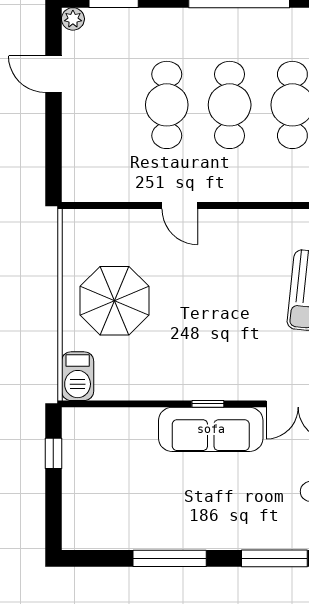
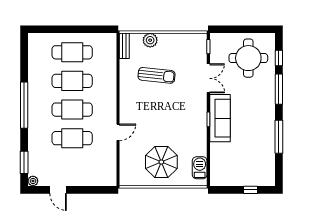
door: (53, 74) -> (58, 190), hinge flipped
barbecue: (78, 376) -> (200, 168), moved, turned -90
window: (53, 453) -> (250, 190), moved

